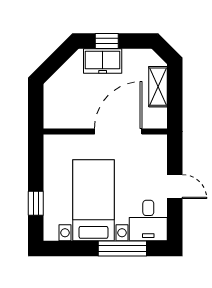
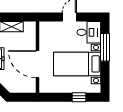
door: (118, 131) -> (37, 64), moved

